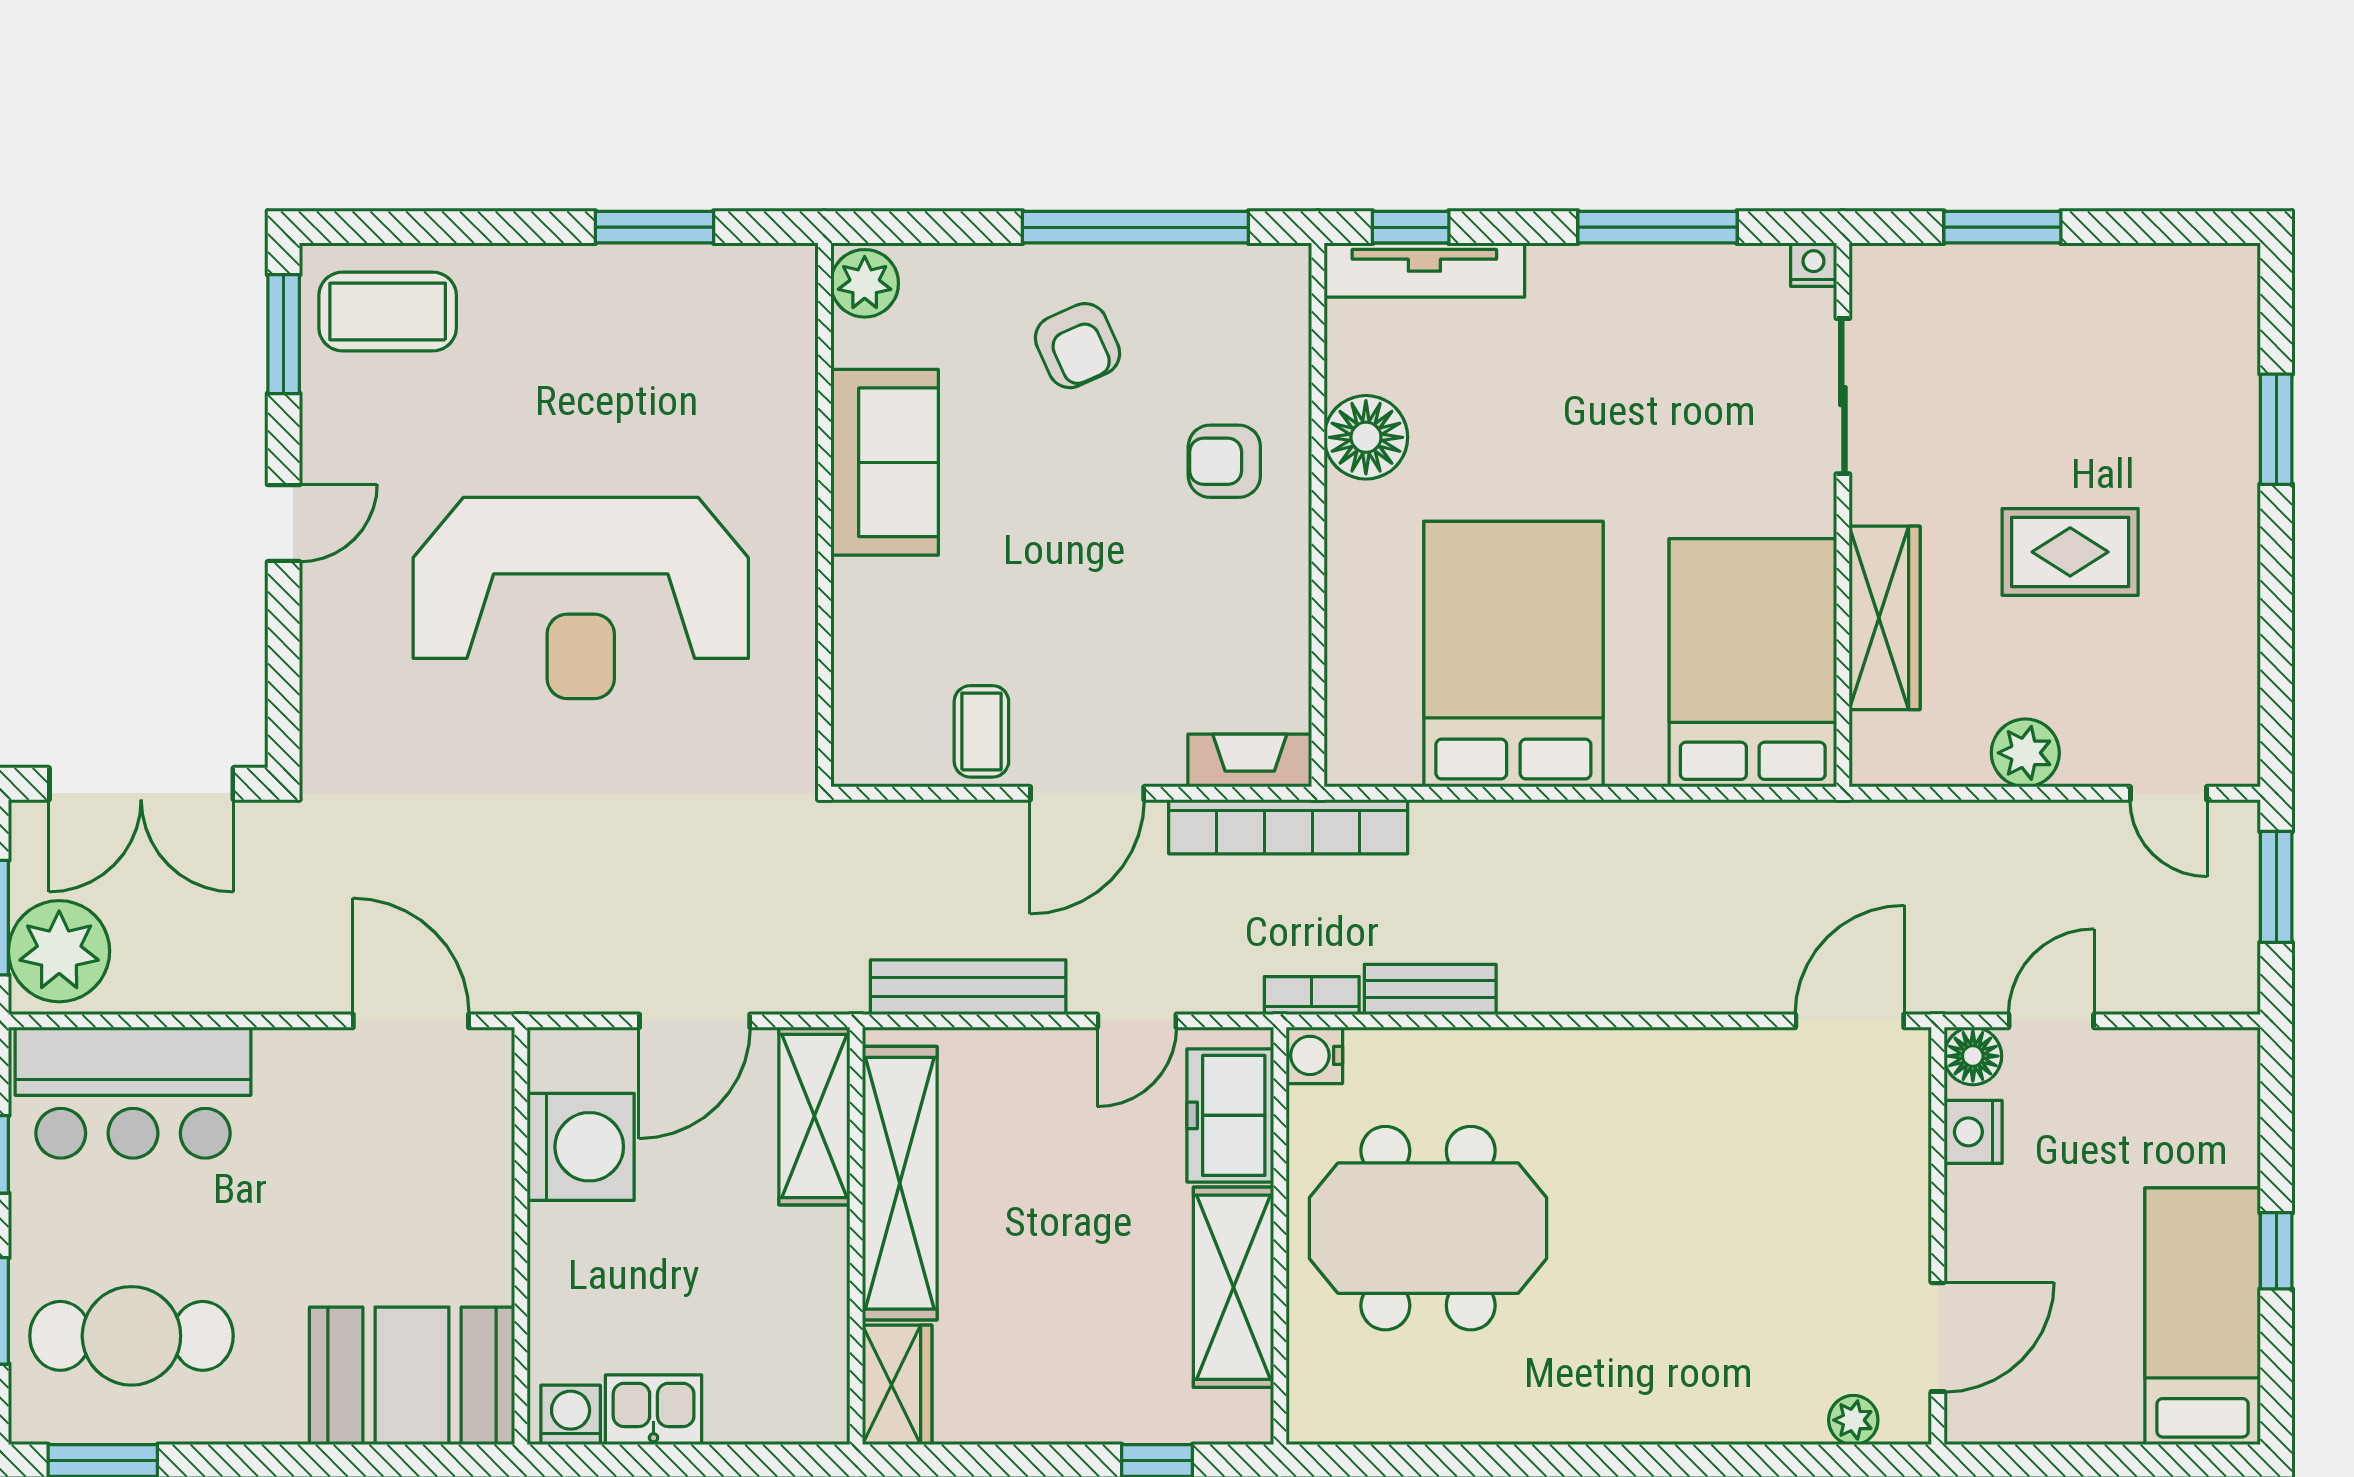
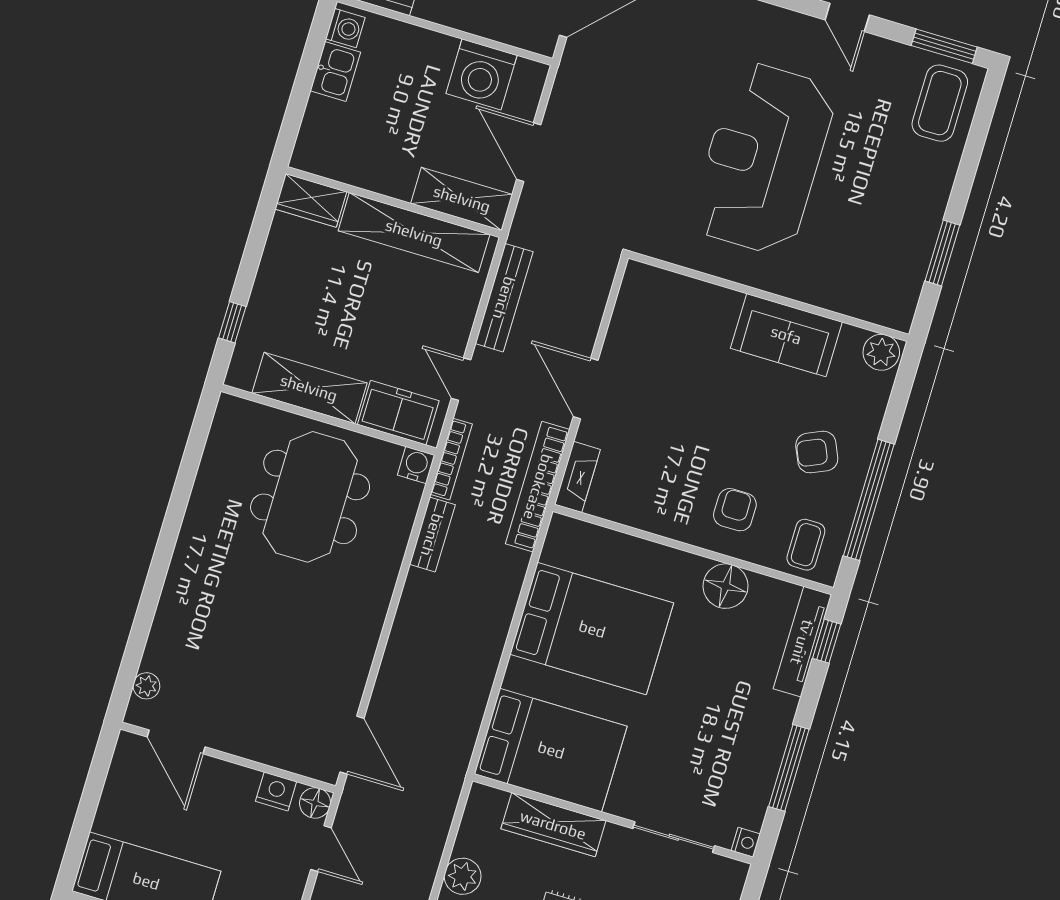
coffee table: (981, 731) -> (806, 545), moved, turned 90
bookcase: (1312, 996) -> (451, 459), width x1.56

